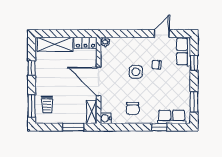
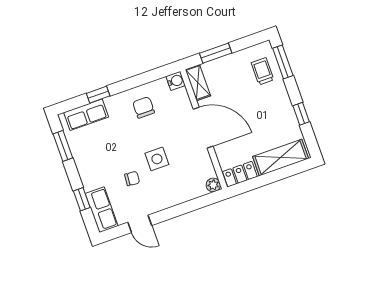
door: (162, 34) -> (140, 224), hinge flipped

